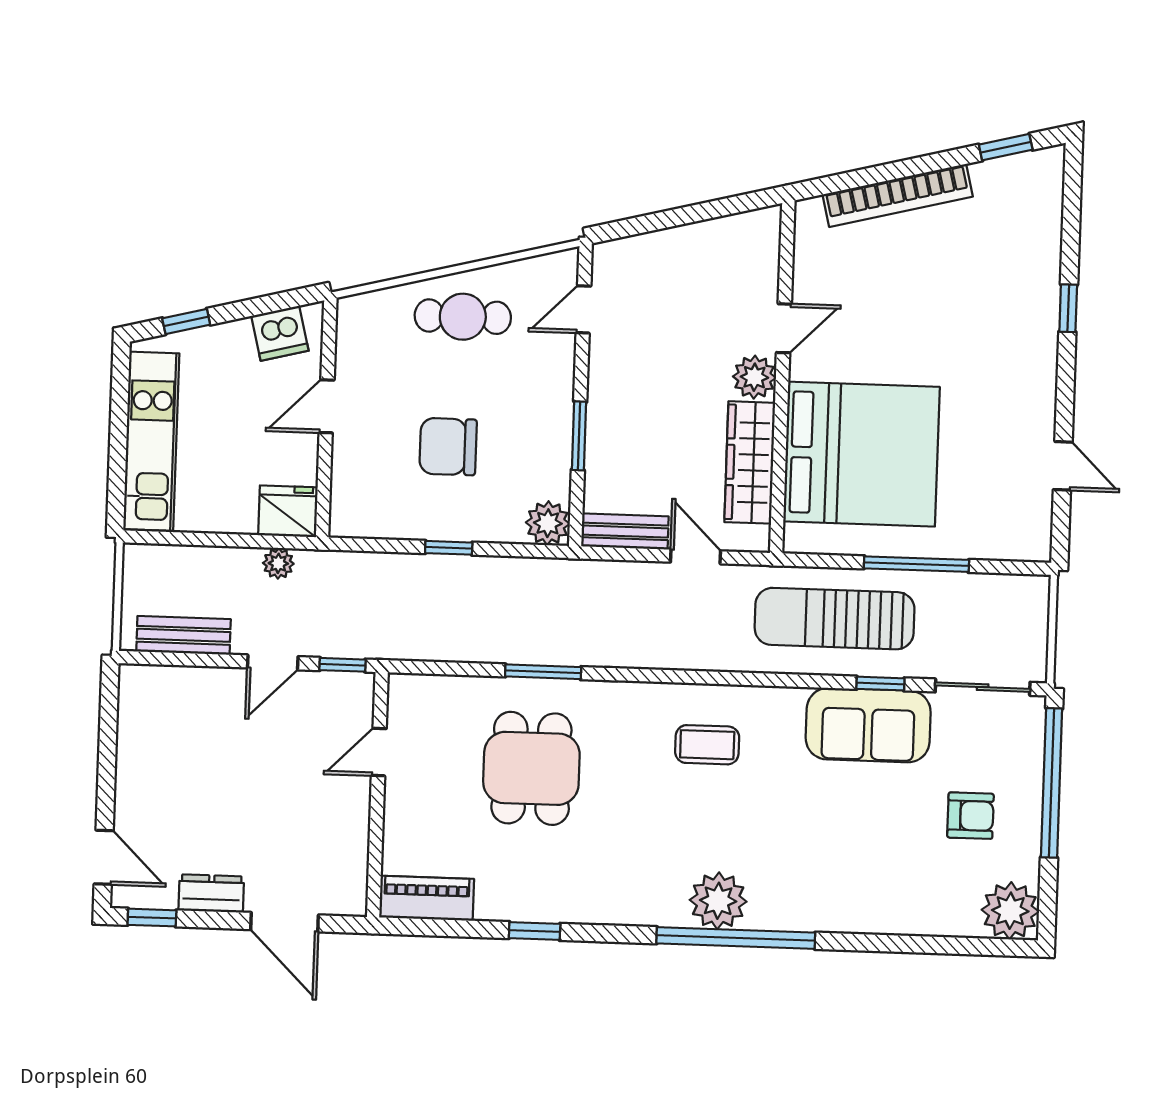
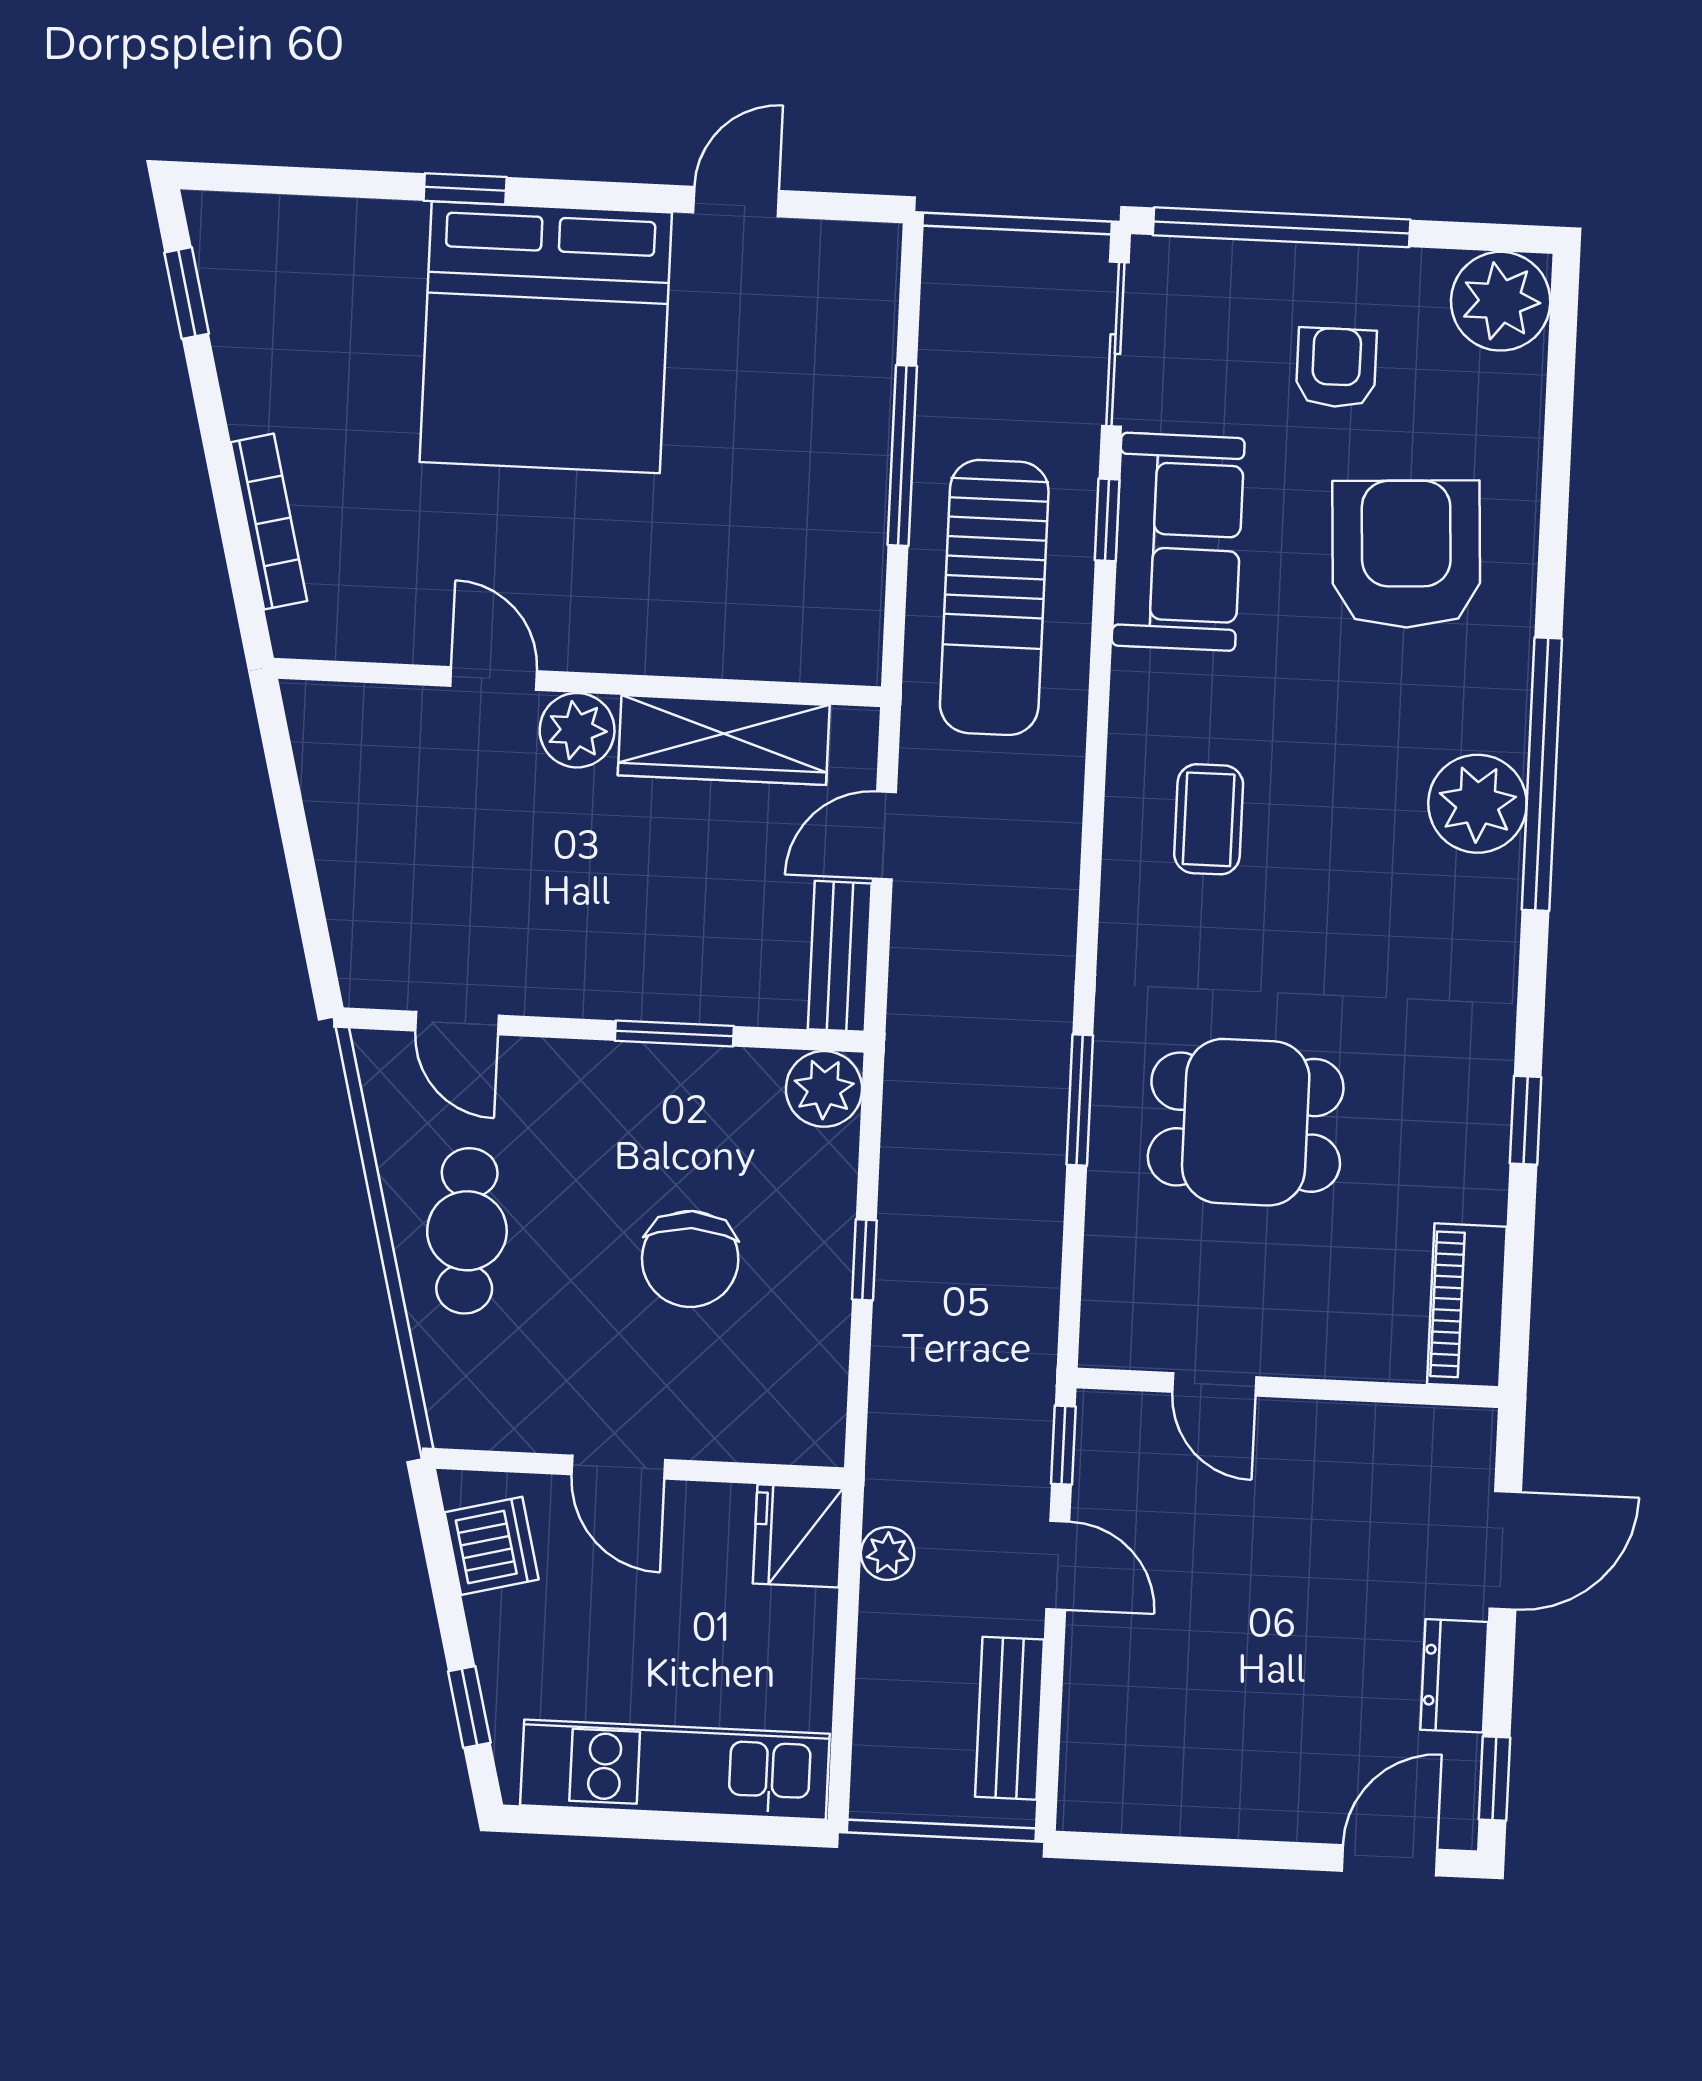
bookcase: (898, 195) -> (269, 522), width x0.68, depth x0.76
bed: (861, 454) -> (546, 337), moved, turned 180
armchair: (863, 858) -> (1406, 554), added

